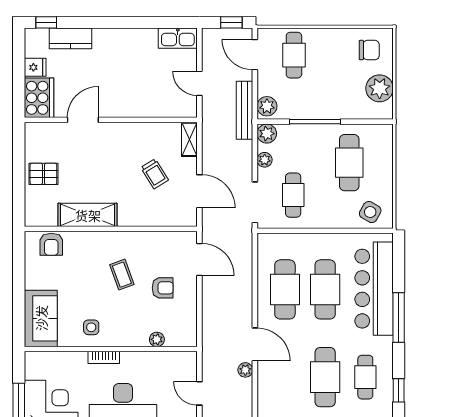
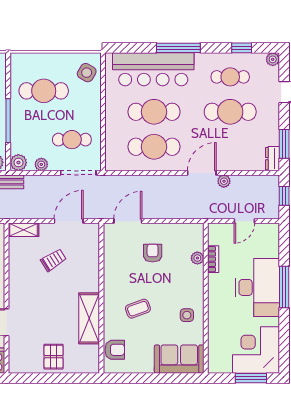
coffee table: (122, 275) -> (138, 309), moved
bookcase: (104, 357) -> (213, 259), moved

